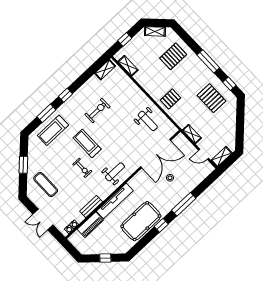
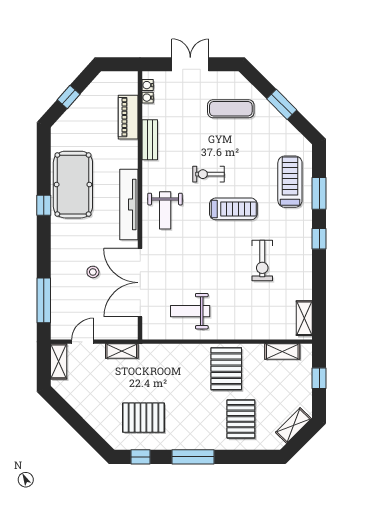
pallet: (170, 99) -> (226, 369), moved, width x1.50, depth x1.42
tv unit: (115, 201) -> (129, 204), moved
window: (184, 204) -> (44, 300), moved

